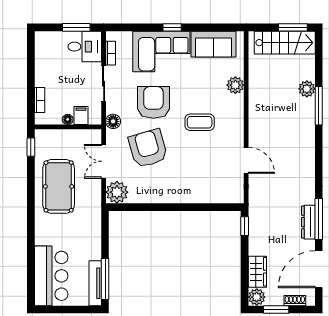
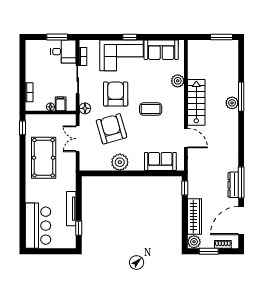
stairs: (285, 43) -> (196, 102), moved, turned -90
plant: (307, 89) -> (232, 103), moved
sofa: (212, 191) -> (160, 161), added
plant: (117, 192) -> (120, 162), moved
wardrobe: (257, 272) -> (194, 217), width x1.50
window: (105, 279) -> (79, 228), width x0.46
tv unit: (95, 283) -> (71, 209), moved

